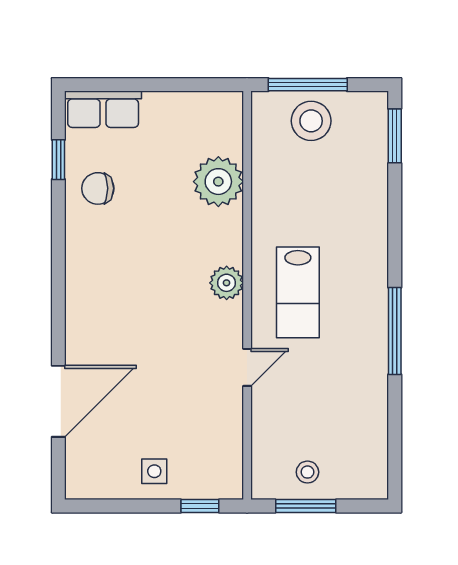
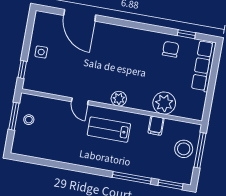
row of seats: (103, 109) -> (204, 66), width x1.48
filing cabinet: (271, 191) -> (156, 126), added
window: (395, 331) -> (132, 178), moved

